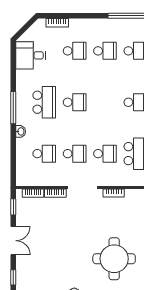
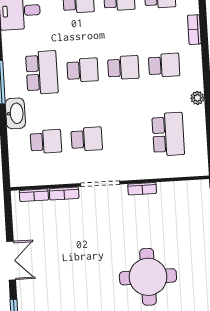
washbasin: (21, 131) -> (15, 113), width x1.91, depth x1.45
school desk: (105, 154) -> (123, 68), moved
window: (13, 207) -> (8, 215), removed

